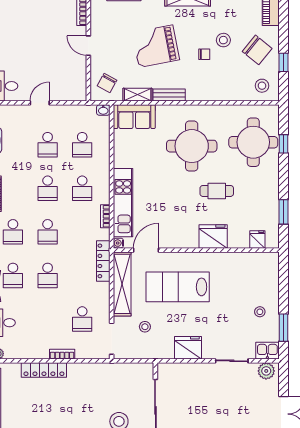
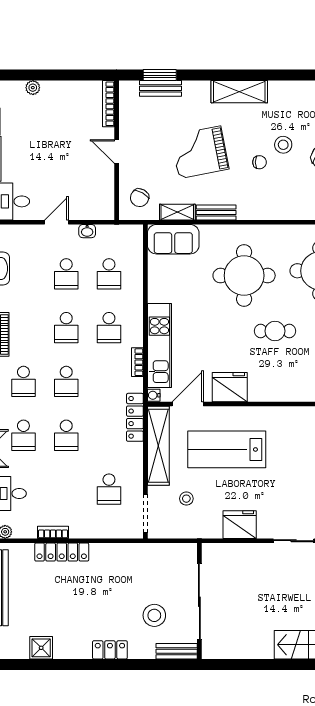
washbasin: (103, 110) -> (87, 231), moved
fridge: (213, 236) -> (230, 387), moved
bookcase: (62, 354) -> (53, 532), moved

